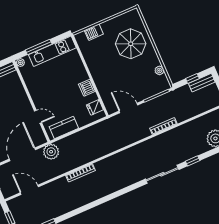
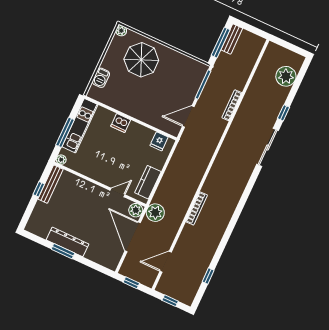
plant: (159, 70) -> (121, 31), moved
window: (192, 78) -> (221, 43), width x2.17
dishwasher: (87, 88) -> (121, 123), moved
plant: (40, 139) -> (136, 210), added

